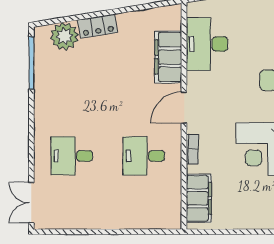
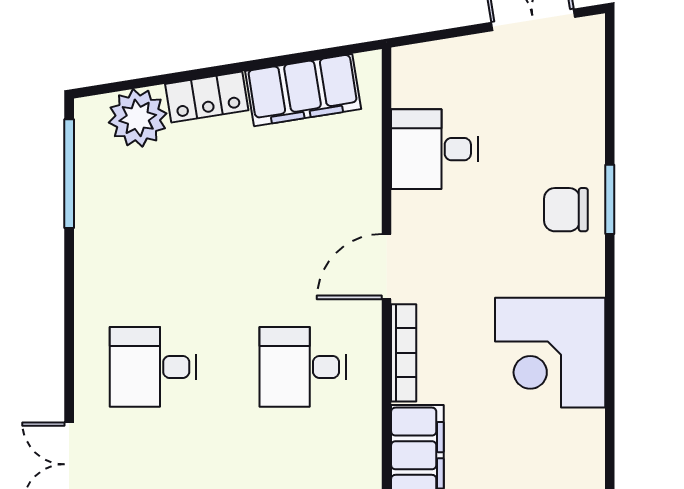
desk: (207, 44) -> (434, 149), width x0.73
filing cabinet: (168, 57) -> (303, 90), moved, turned -99
bookcase: (192, 149) -> (404, 353), width x1.56

